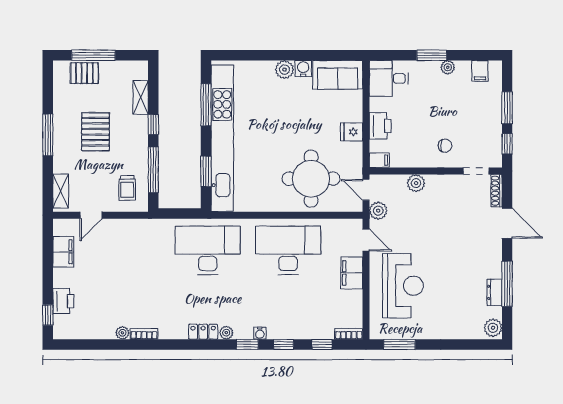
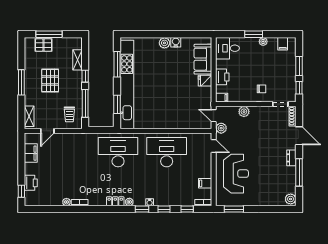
sofa: (338, 75) -> (203, 59), moved, turned 90
round table: (311, 179) -> (180, 109), removed
filing cabinet: (352, 273) -> (205, 183), moved, width x0.50
dresser: (495, 292) -> (291, 158), moved

